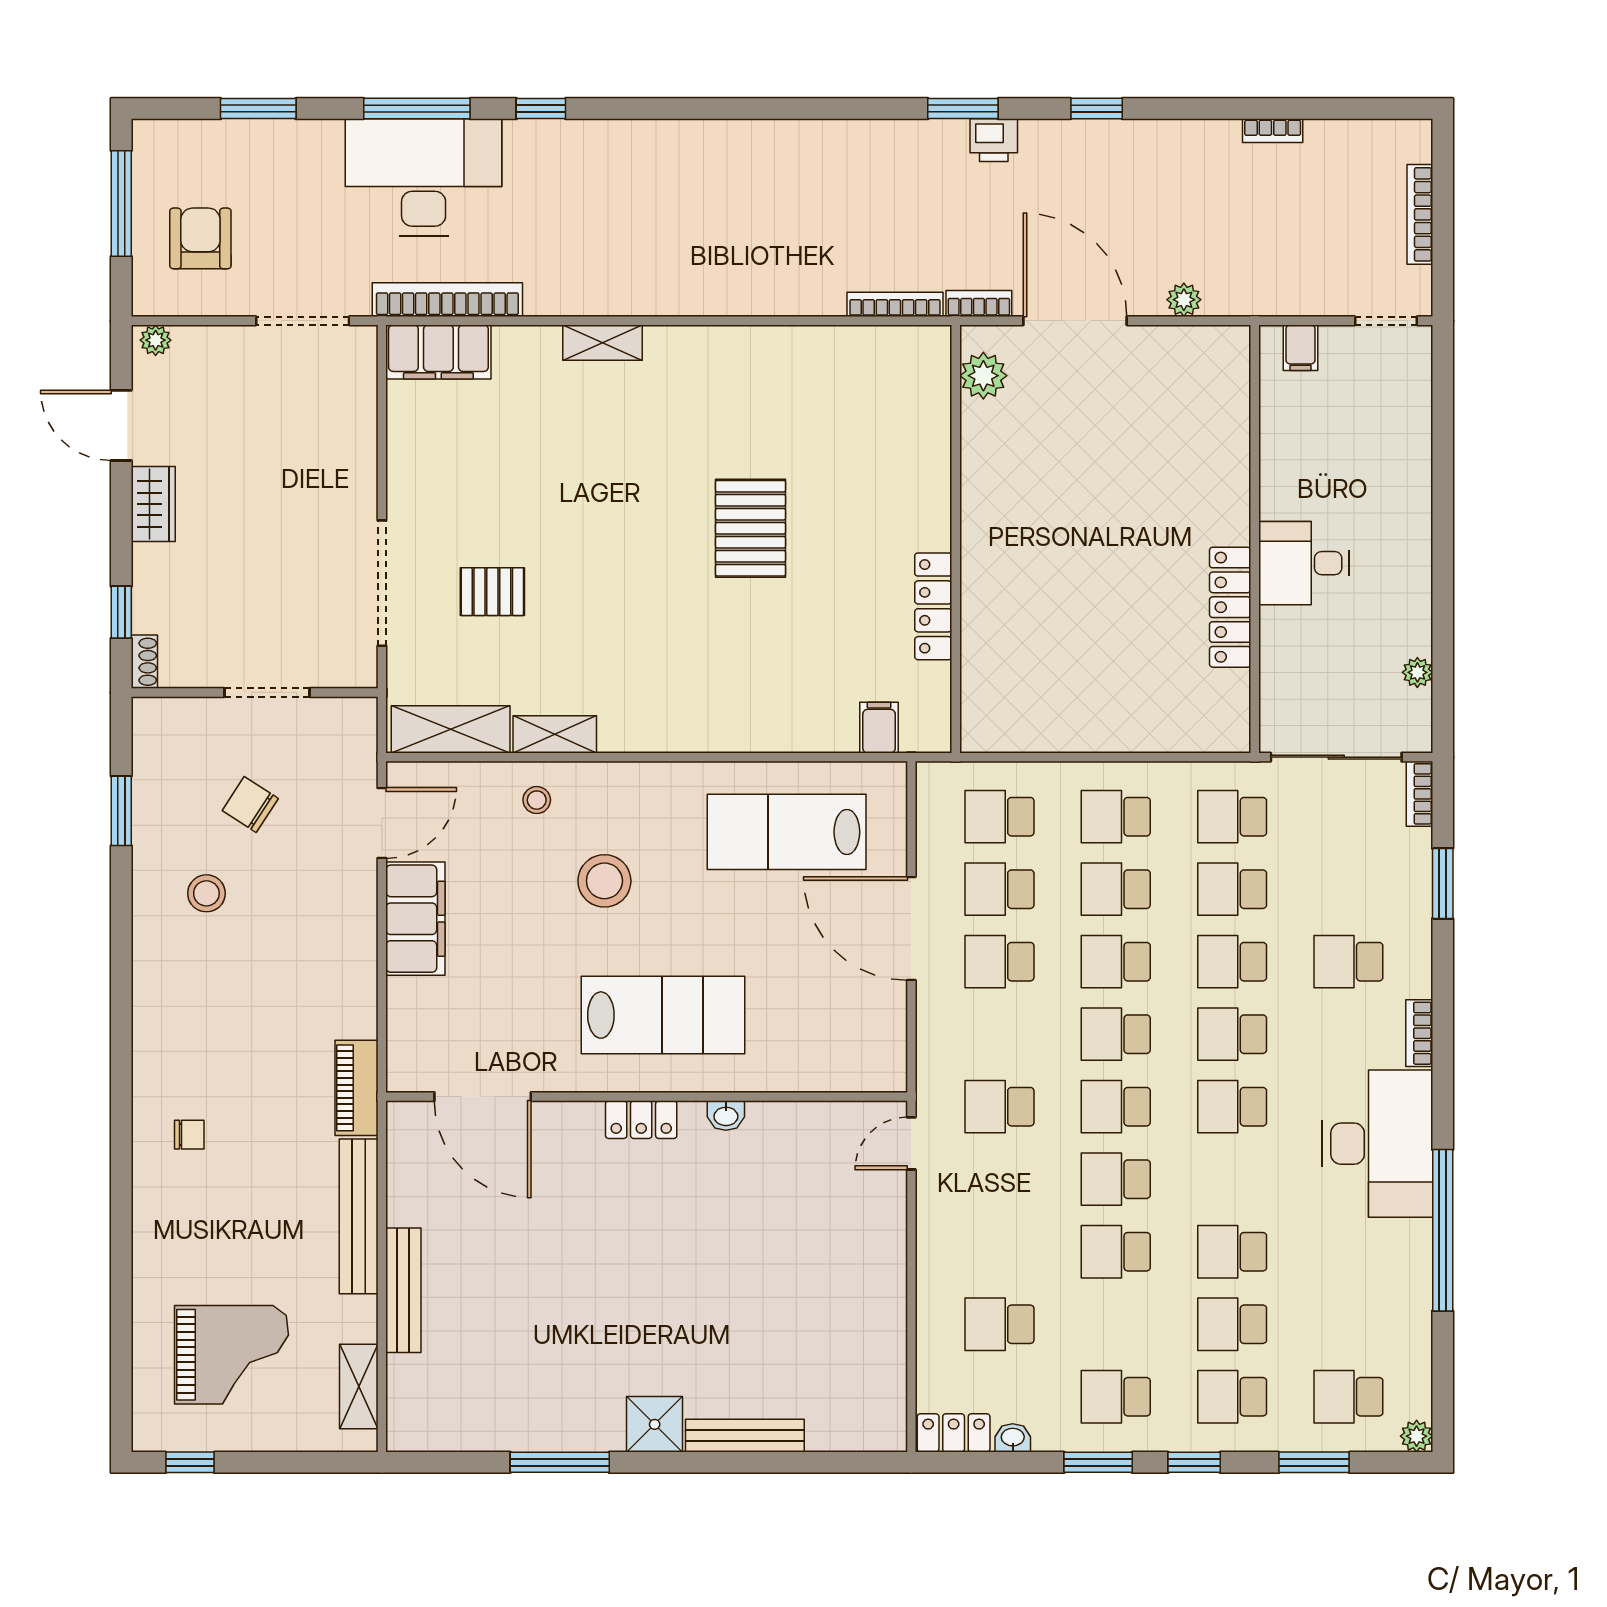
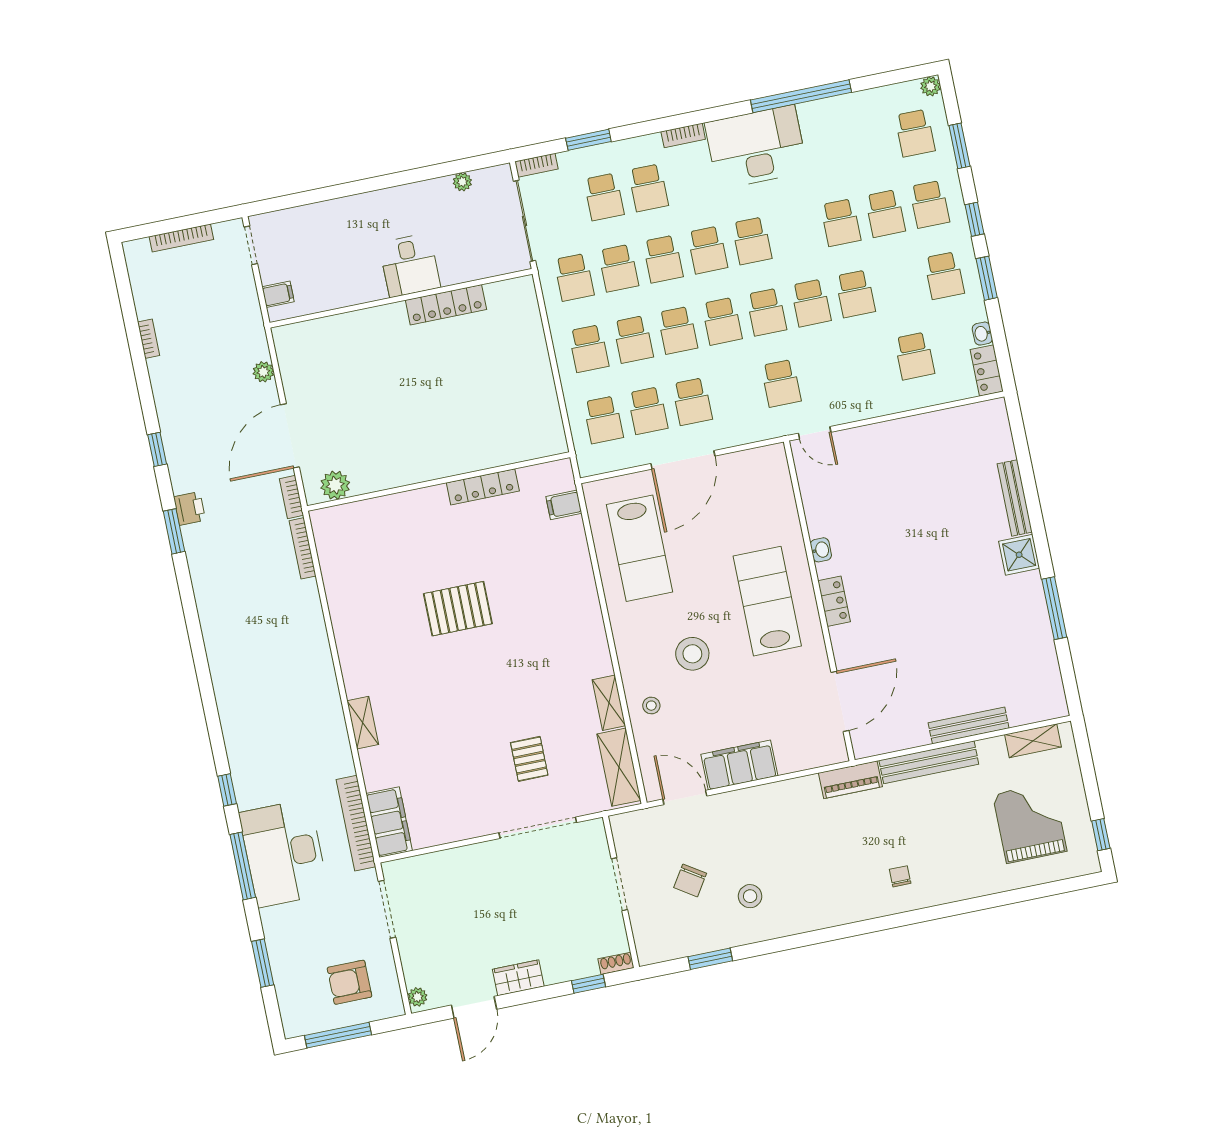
school desk: (1348, 889) -> (604, 197), added

